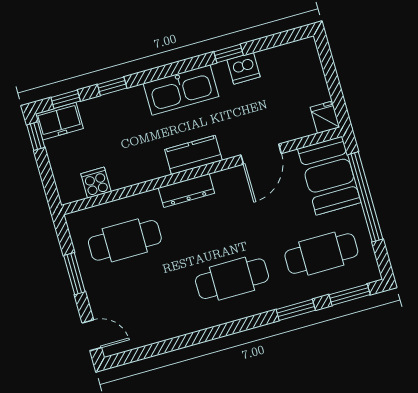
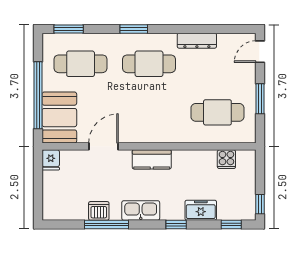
window: (229, 53) -> (106, 224), width x2.17
window: (112, 86) -> (176, 224), moved
kitchen sink: (181, 90) -> (141, 210), width x0.73, depth x0.81
freezer: (59, 121) -> (201, 210), moved
dresser: (186, 191) -> (197, 41), moved, turned 180
window: (296, 310) -> (134, 29), moved
door: (92, 335) -> (260, 52), hinge flipped

